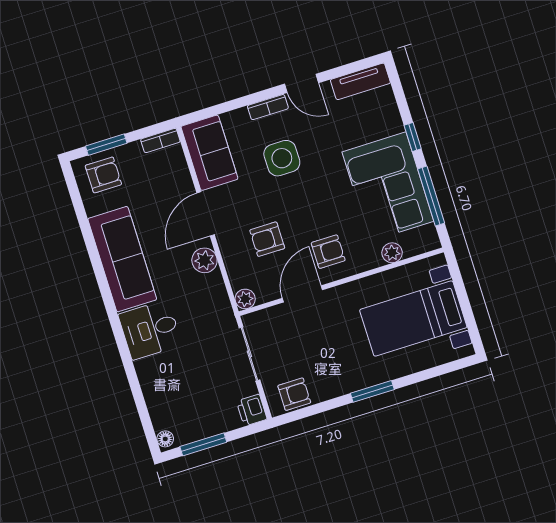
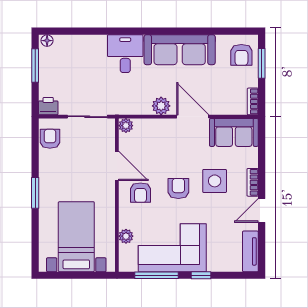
armchair: (267, 239) -> (178, 188), moved
armchair: (294, 394) -> (50, 139), turned 180

